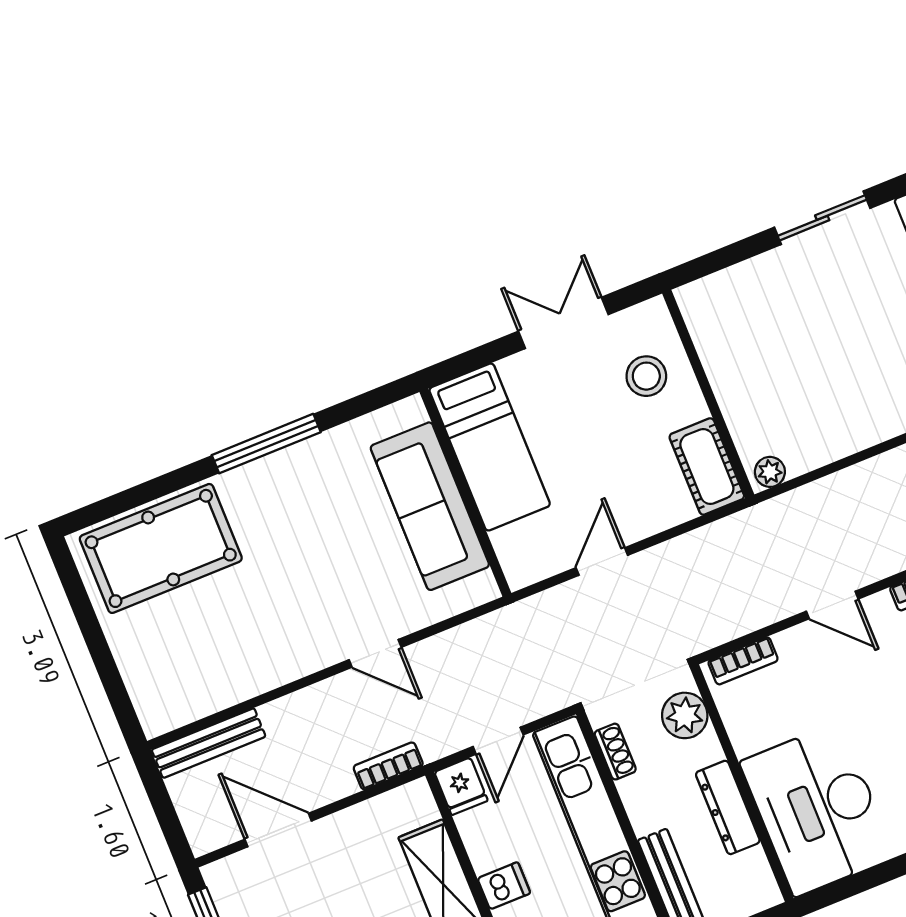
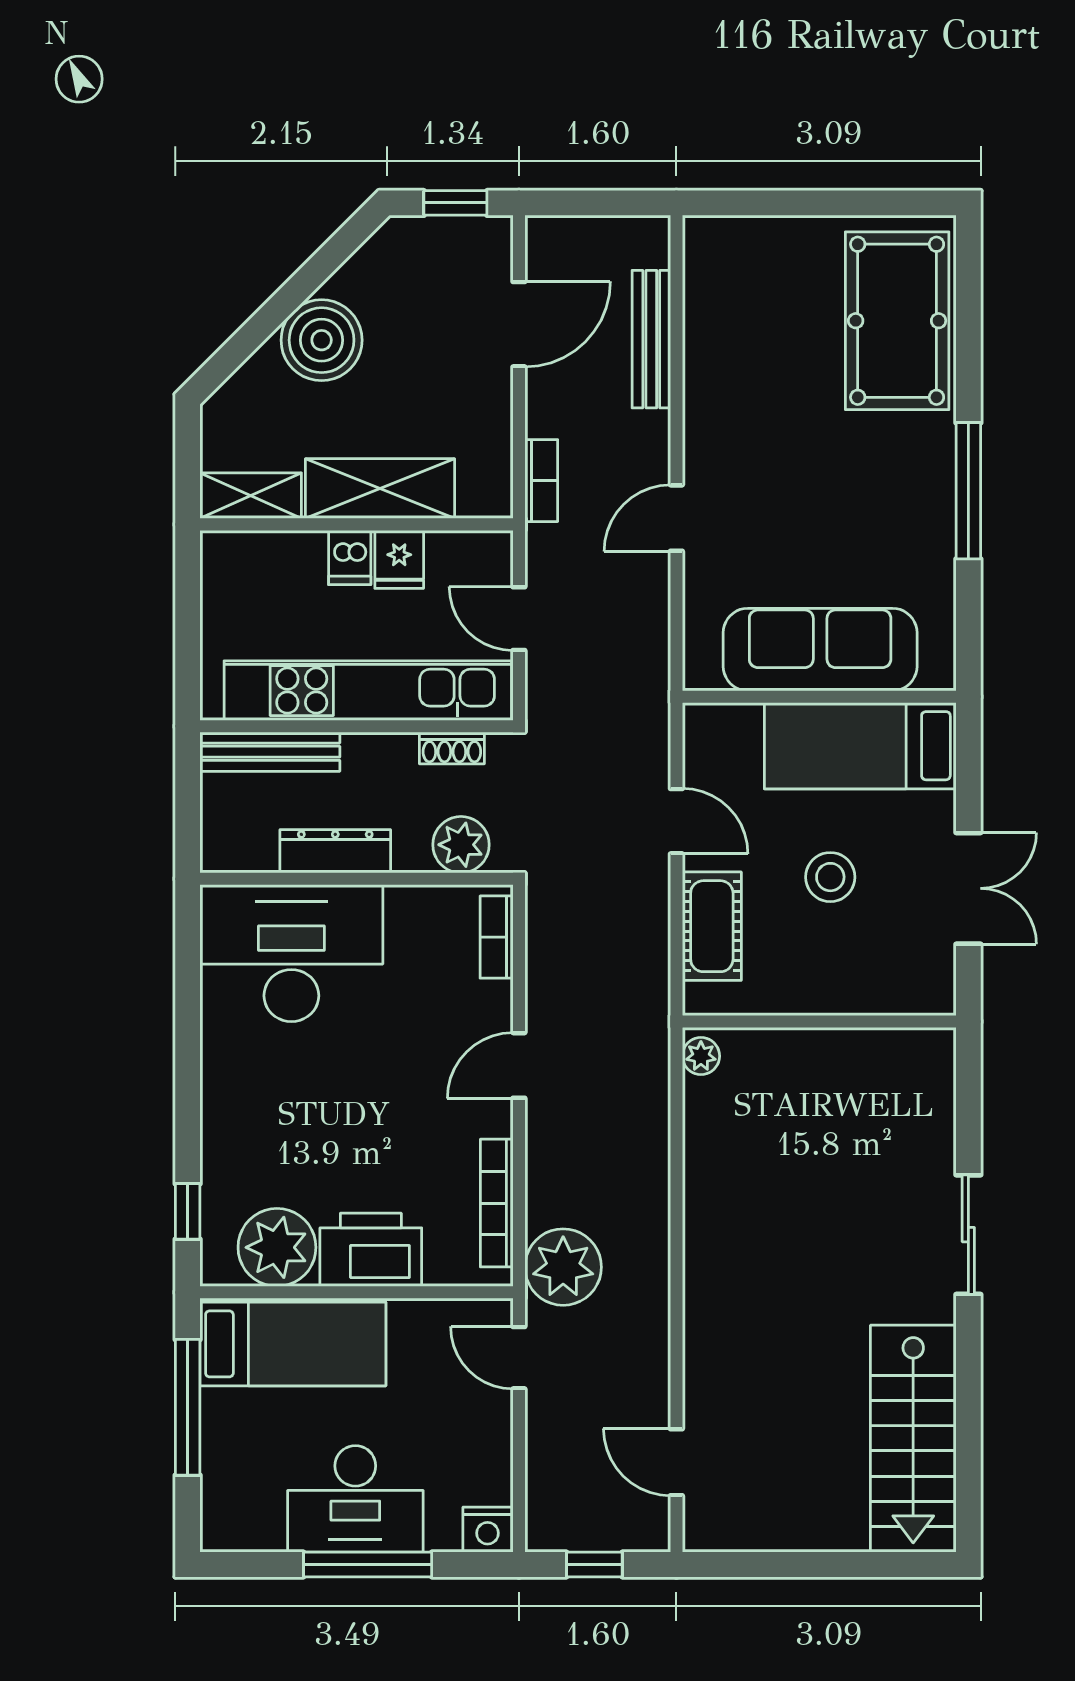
stool: (646, 376) -> (830, 877), moved
cot: (707, 466) -> (712, 926), moved, turned 90
bench: (209, 743) -> (651, 339), moved
fridge: (461, 786) -> (399, 559), moved, turned -90

